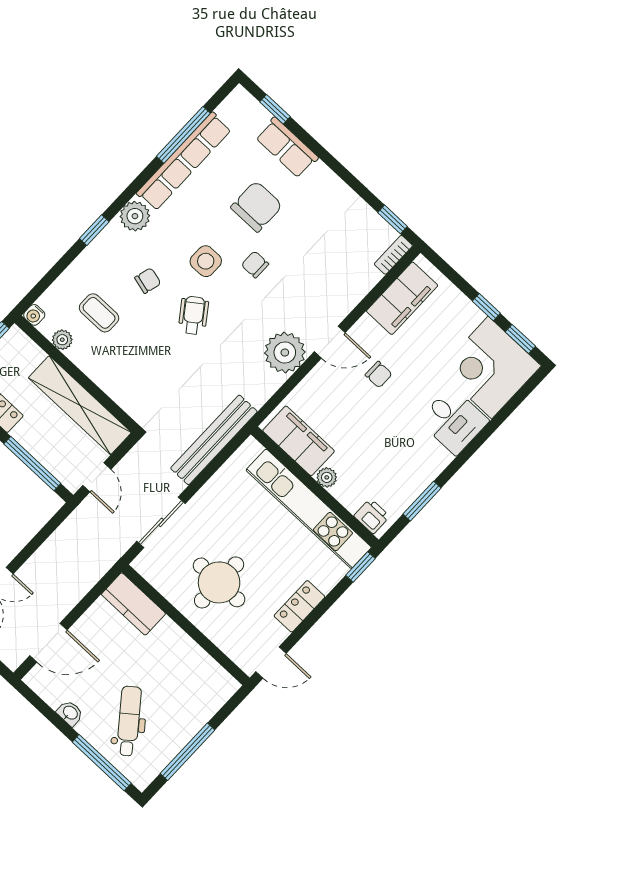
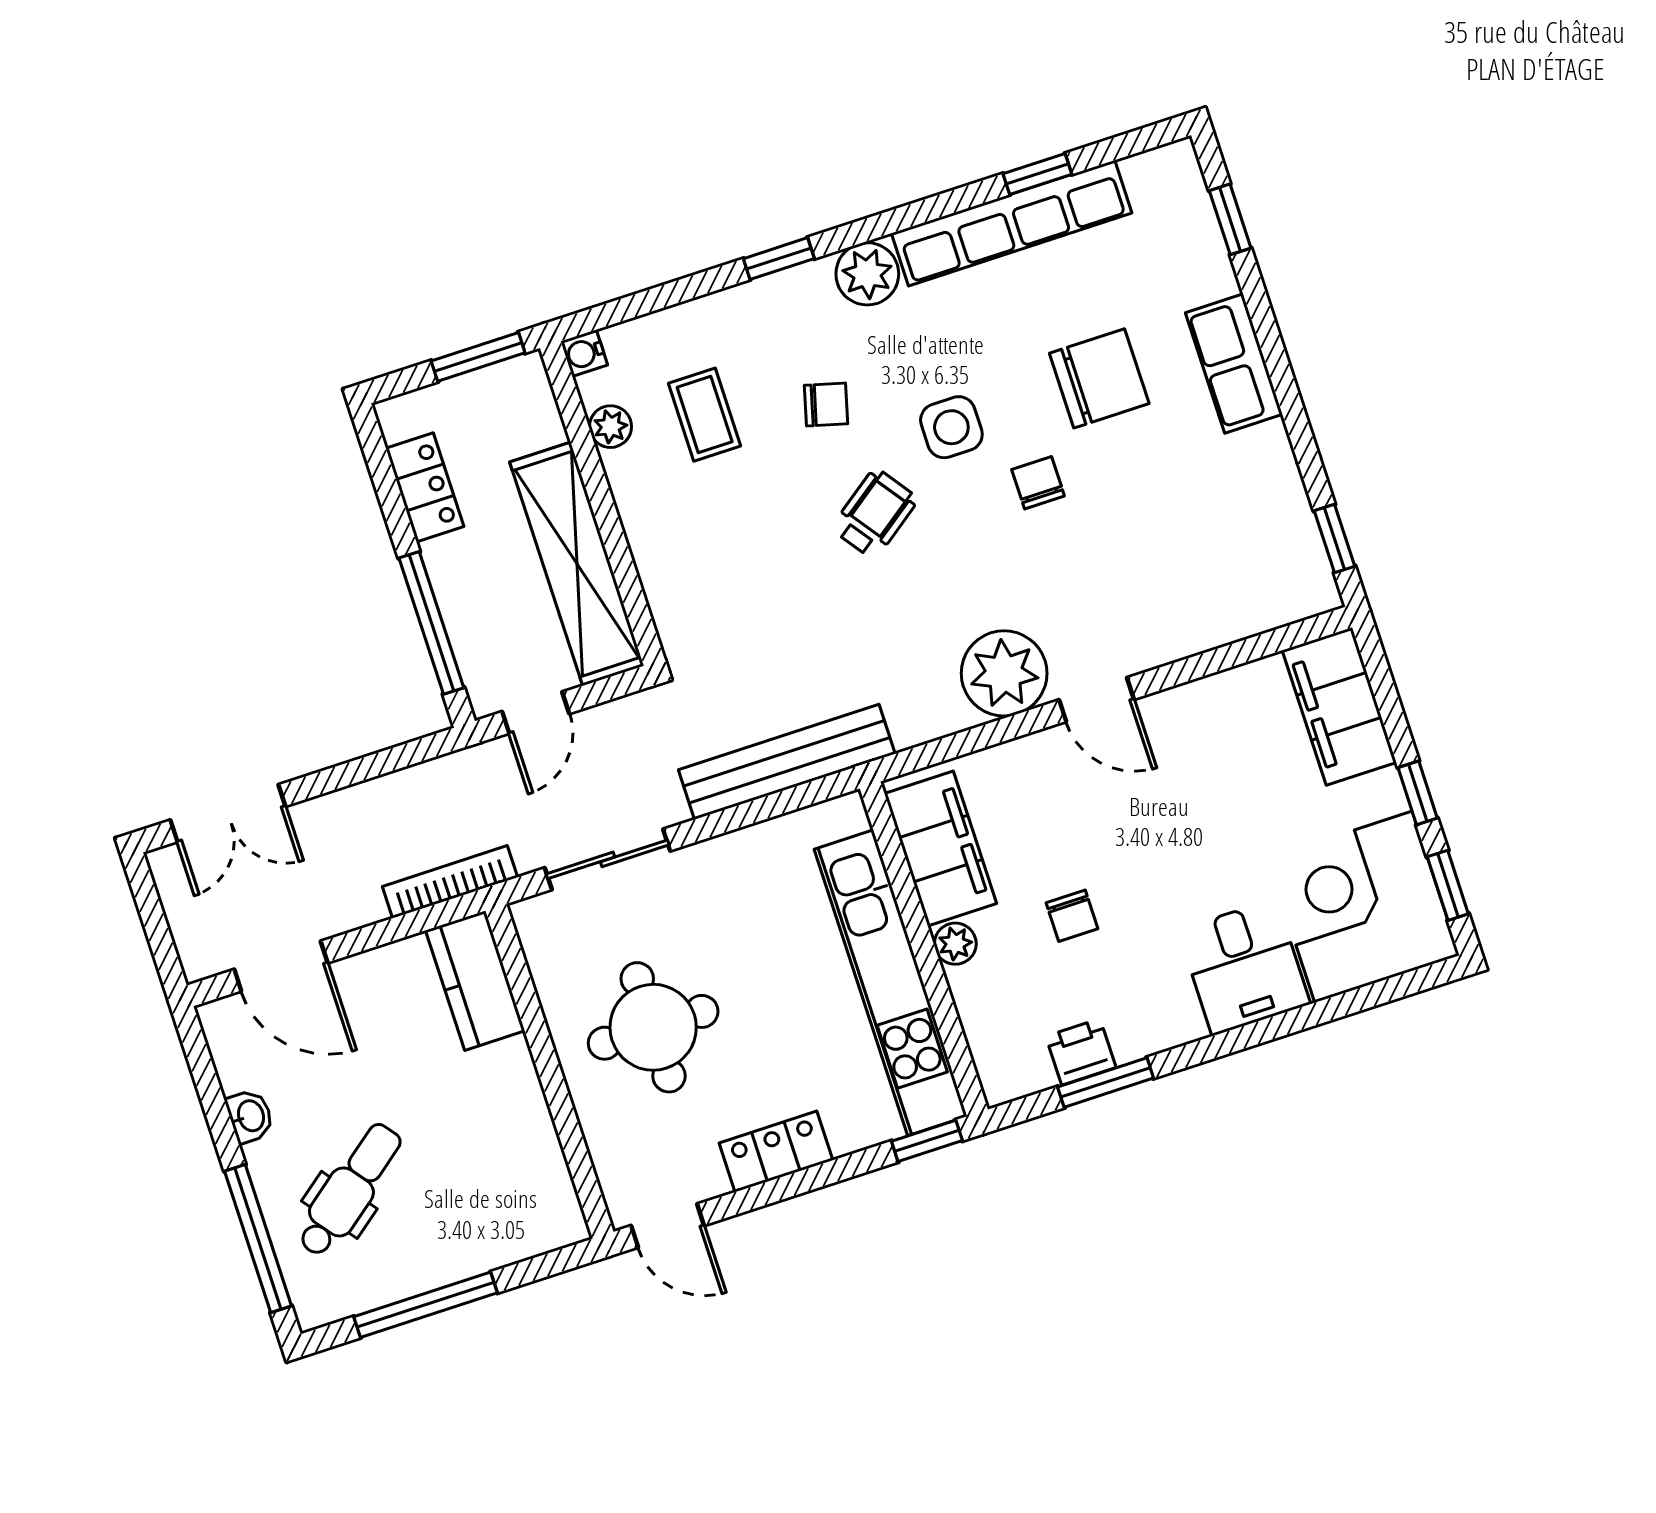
window: (183, 135) -> (1037, 174), width x0.46
row of seats: (287, 148) -> (1234, 363), moved
bookcase: (393, 255) -> (450, 882), moved, width x1.56
filing cabinet: (402, 298) -> (1339, 706), moved, turned 90
chair: (379, 375) -> (1072, 916), moved
printer: (372, 516) -> (1081, 1052), moved, turned -90

